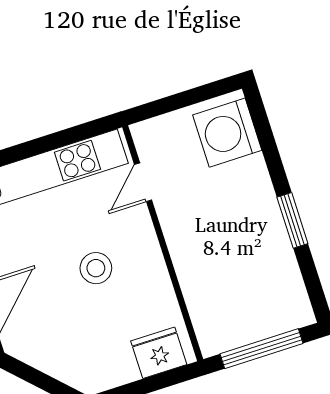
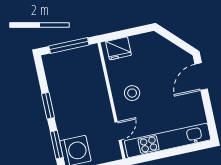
window: (267, 142) -> (57, 145), added
stool: (96, 268) -> (132, 93), moved

